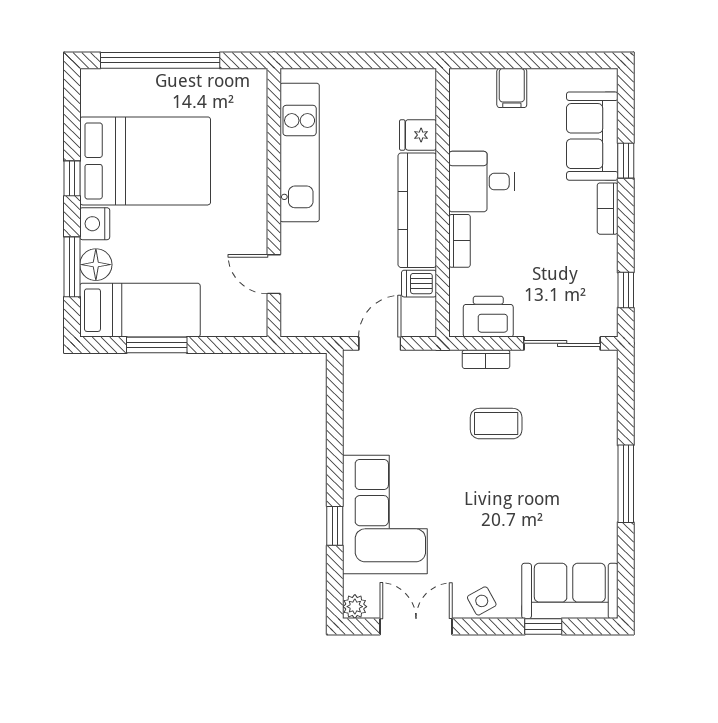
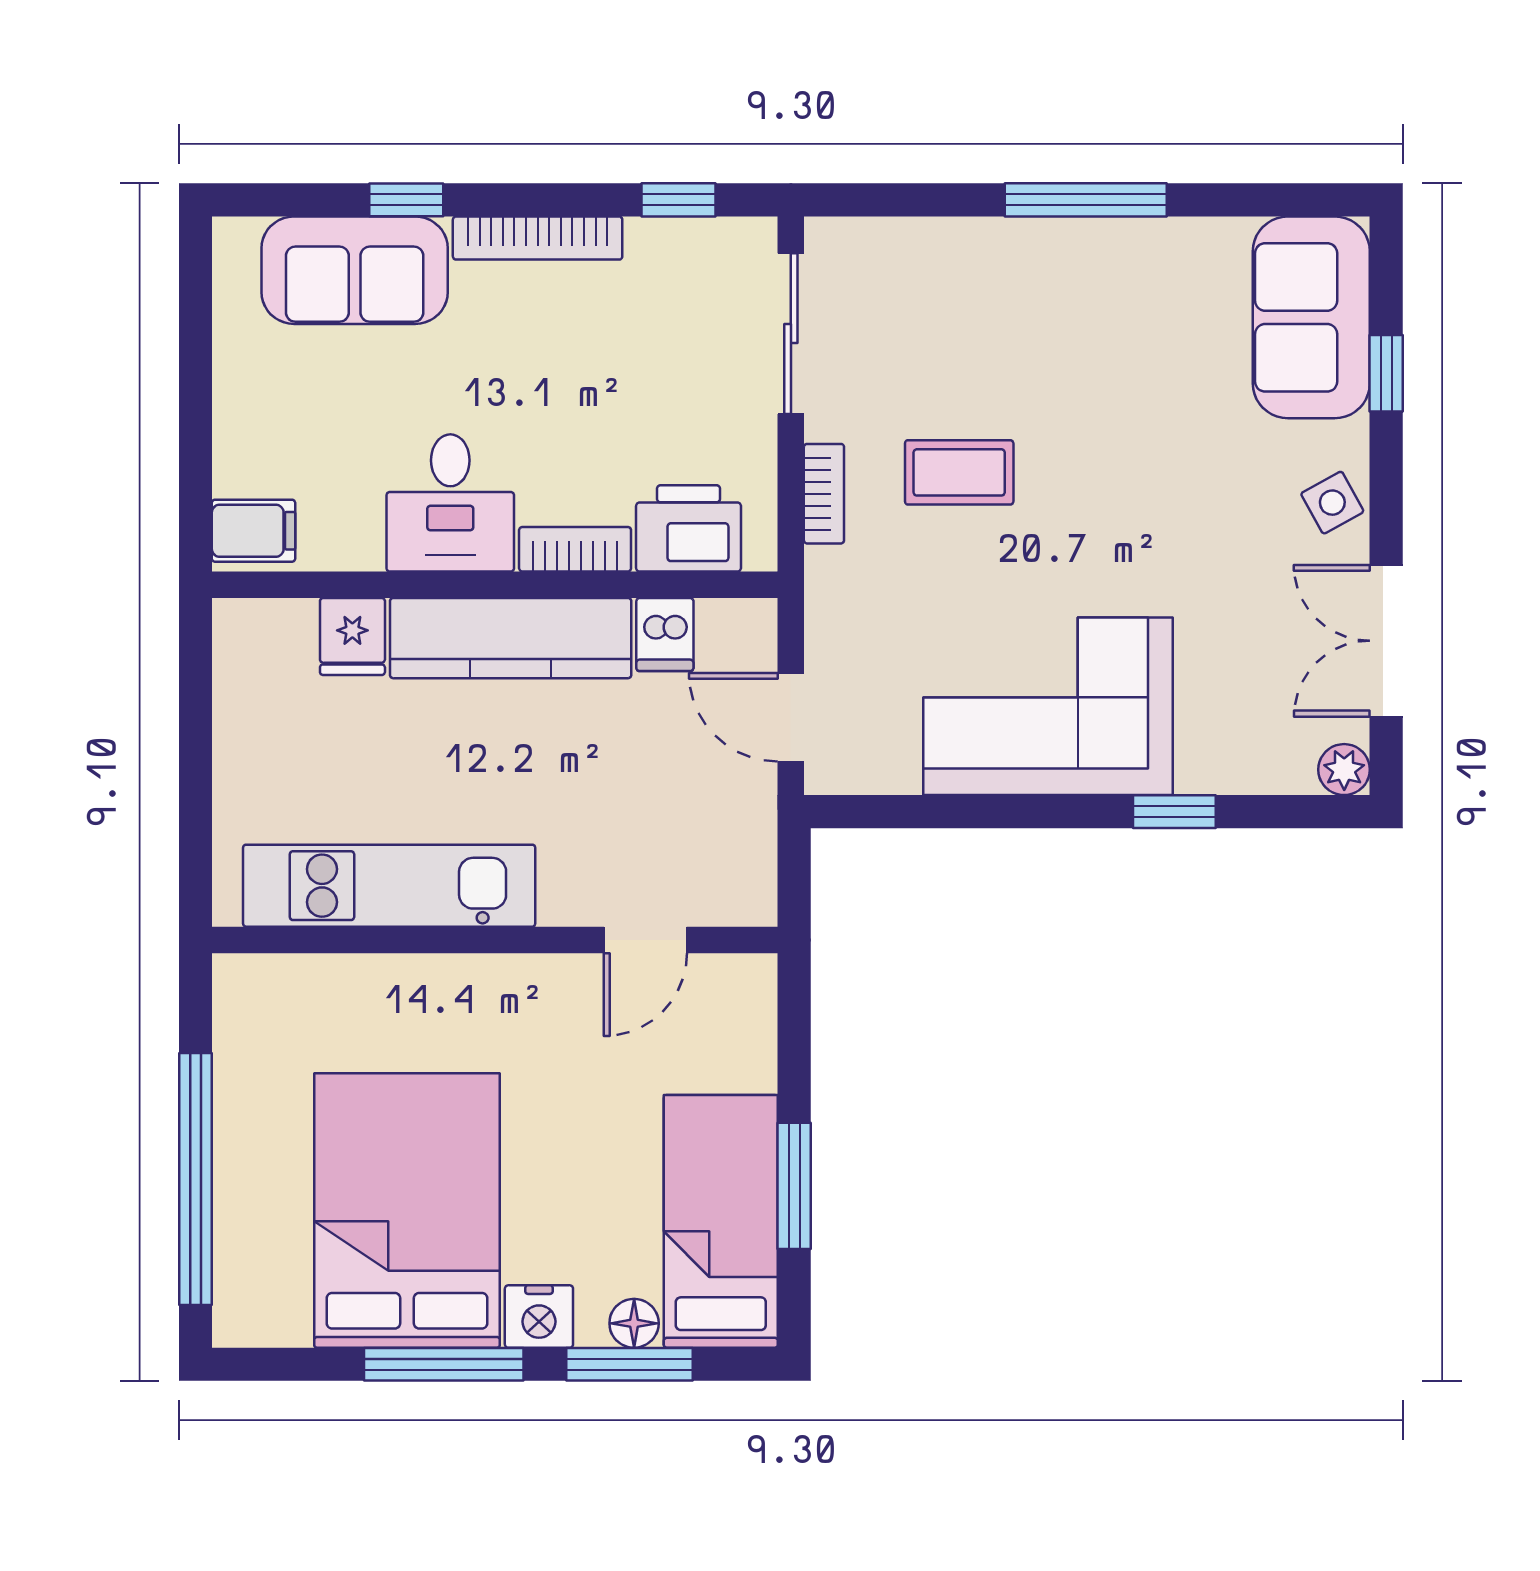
filing cabinet: (512, 88) -> (254, 531), moved
window: (72, 178) -> (444, 1364), width x2.17
bookcase: (608, 209) -> (538, 238), width x1.56
floor lamp: (96, 265) -> (634, 1323), width x0.73, depth x0.73
printer: (488, 317) -> (689, 528), moved, turned 90
coffee table: (496, 424) -> (959, 472), turned 90
corner sofa: (385, 514) -> (1048, 706), moved

